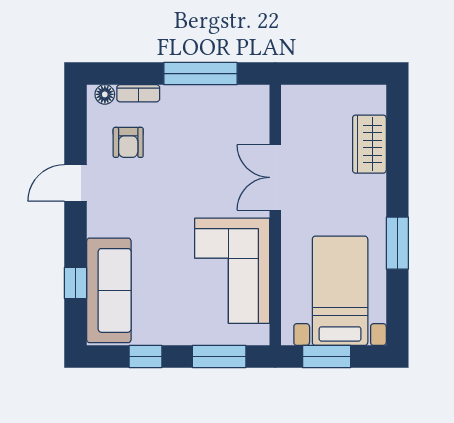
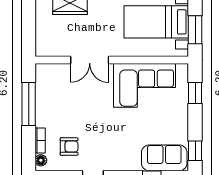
sofa: (109, 290) -> (164, 158), width x0.73
window: (146, 357) -> (195, 151), moved
window: (219, 357) -> (195, 93), width x0.67

